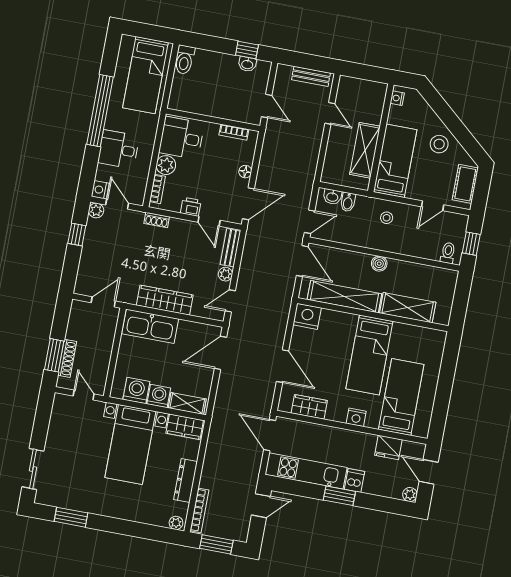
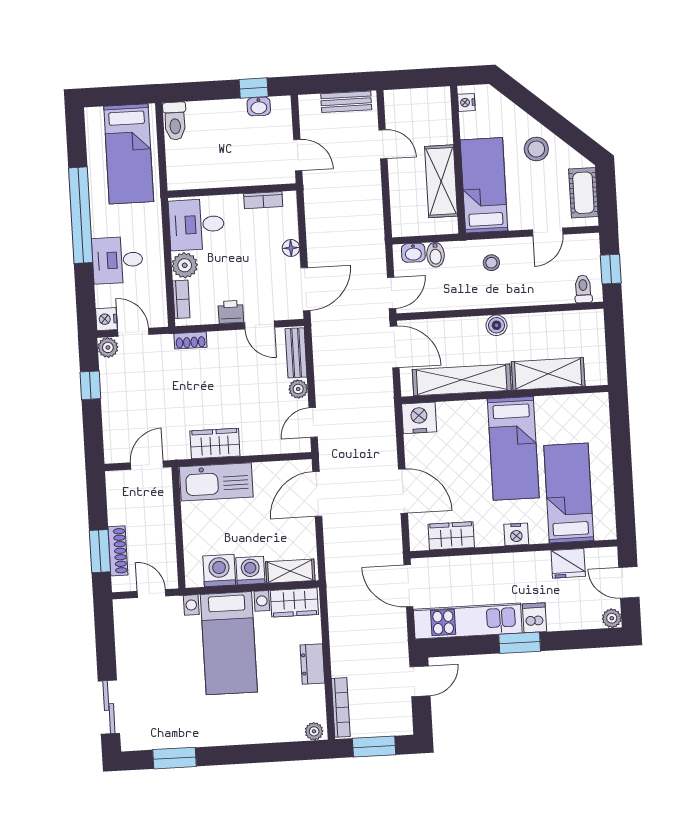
wardrobe: (165, 300) -> (215, 443), width x0.67
dresser: (186, 480) -> (312, 664), width x0.70

